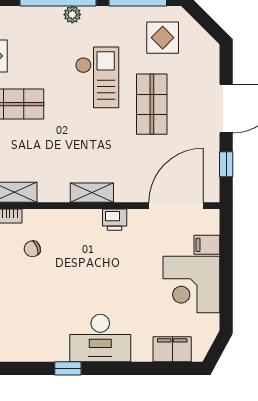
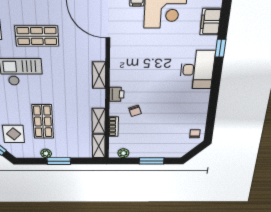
printer: (115, 220) -> (117, 94), moved
window: (68, 368) -> (220, 48), moved

